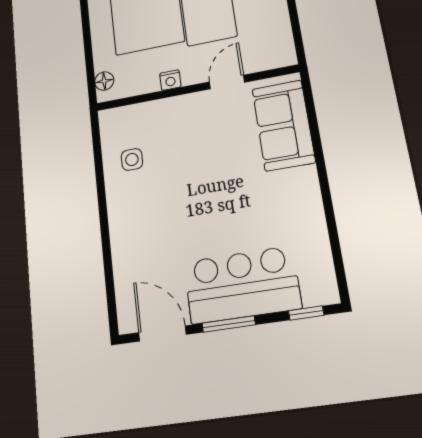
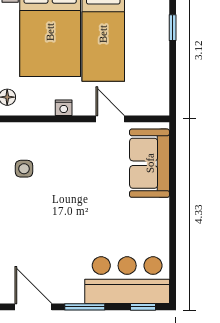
door: (227, 82) -> (110, 119), hinge flipped
bar counter: (242, 285) -> (127, 280), moved

